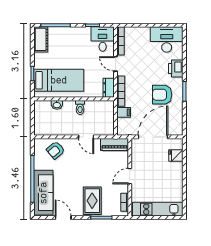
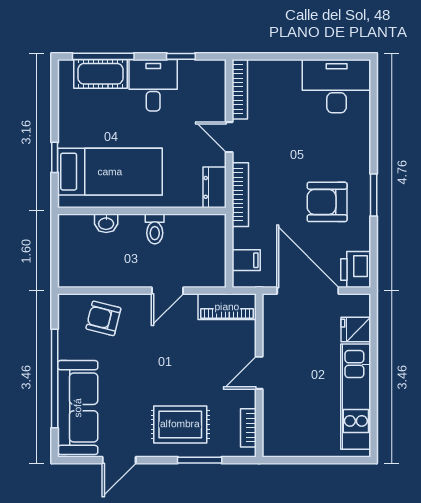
cot: (41, 39) -> (101, 74), moved, turned 90
desk: (103, 39) -> (153, 85), moved
printer: (176, 69) -> (356, 269), moved
filing cabinet: (124, 112) -> (246, 260), moved
door: (86, 137) -> (168, 291), hinge flipped
door: (153, 137) -> (308, 291), hinge flipped
armchair: (56, 150) -> (103, 318), turned 54
rug: (92, 201) -> (180, 424), turned 90
kitchen unit: (158, 209) -> (356, 397), moved, turned -90
door: (63, 218) -> (119, 460), swing flipped

